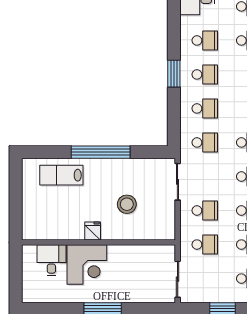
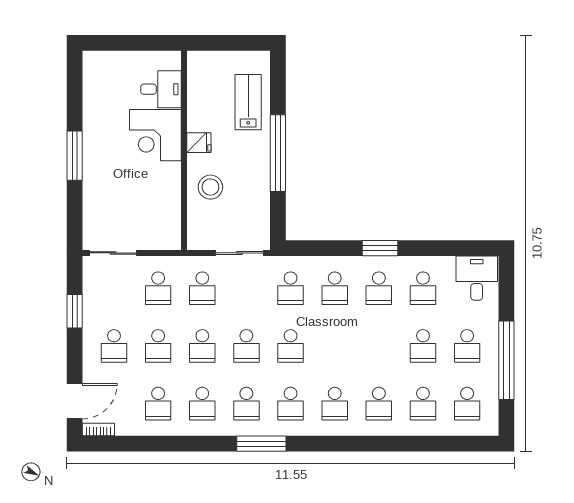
fridge: (93, 231) -> (199, 143), moved
wall: (99, 242) -> (184, 150), moved
desk: (51, 260) -> (161, 89), moved
corner desk: (87, 265) -> (155, 135), moved

